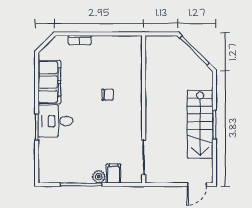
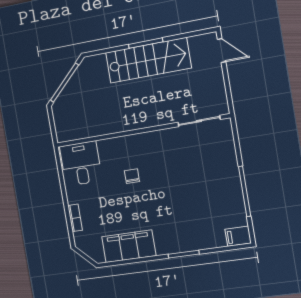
desk: (56, 121) -> (81, 163), moved, turned 180
filing cabinet: (114, 173) -> (238, 236), moved
plant: (99, 177) -> (231, 171), removed

